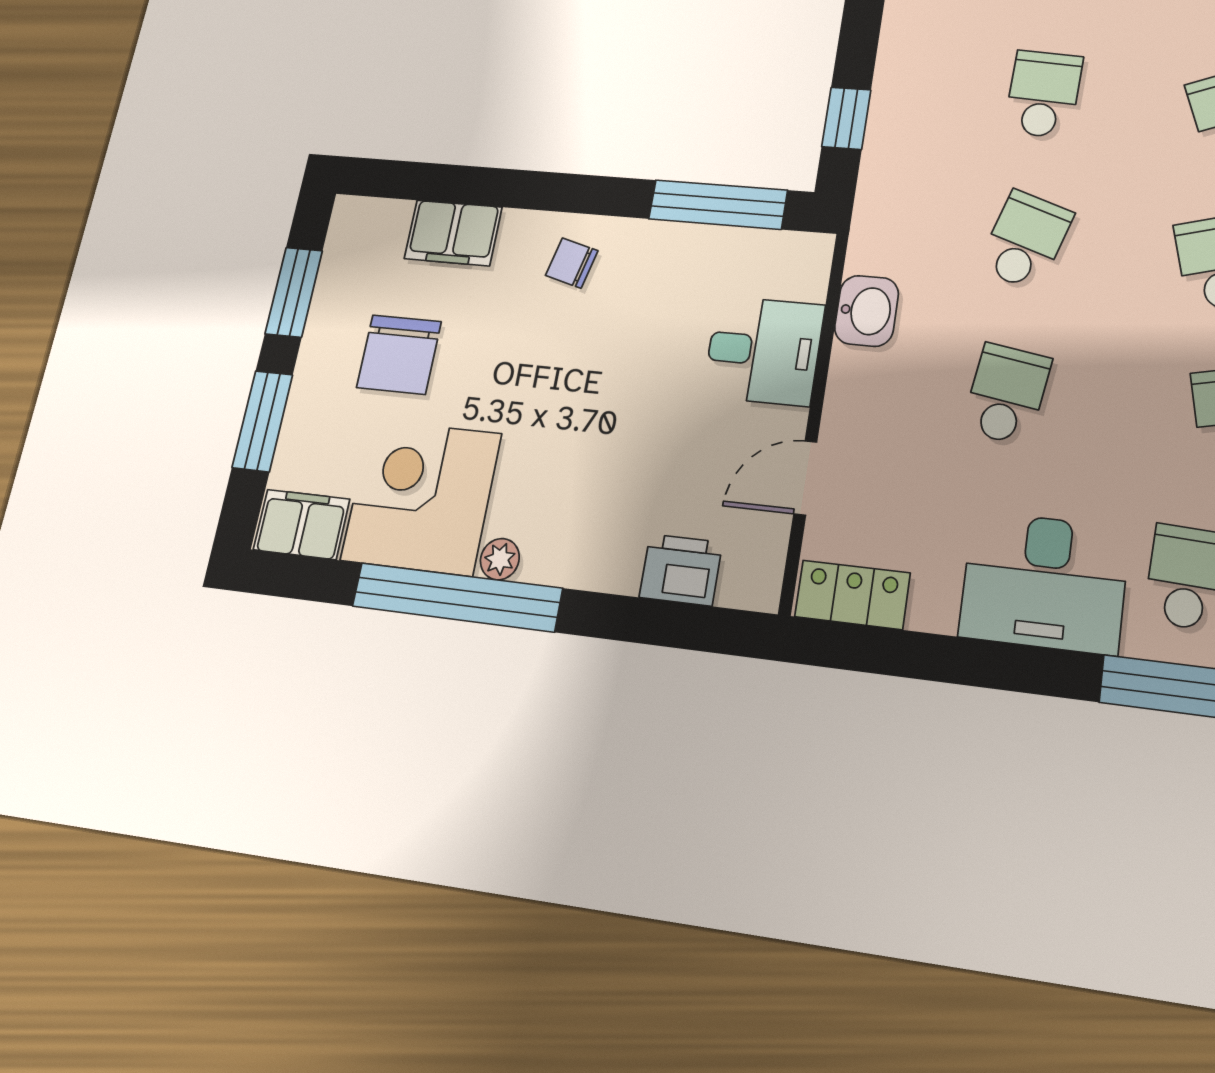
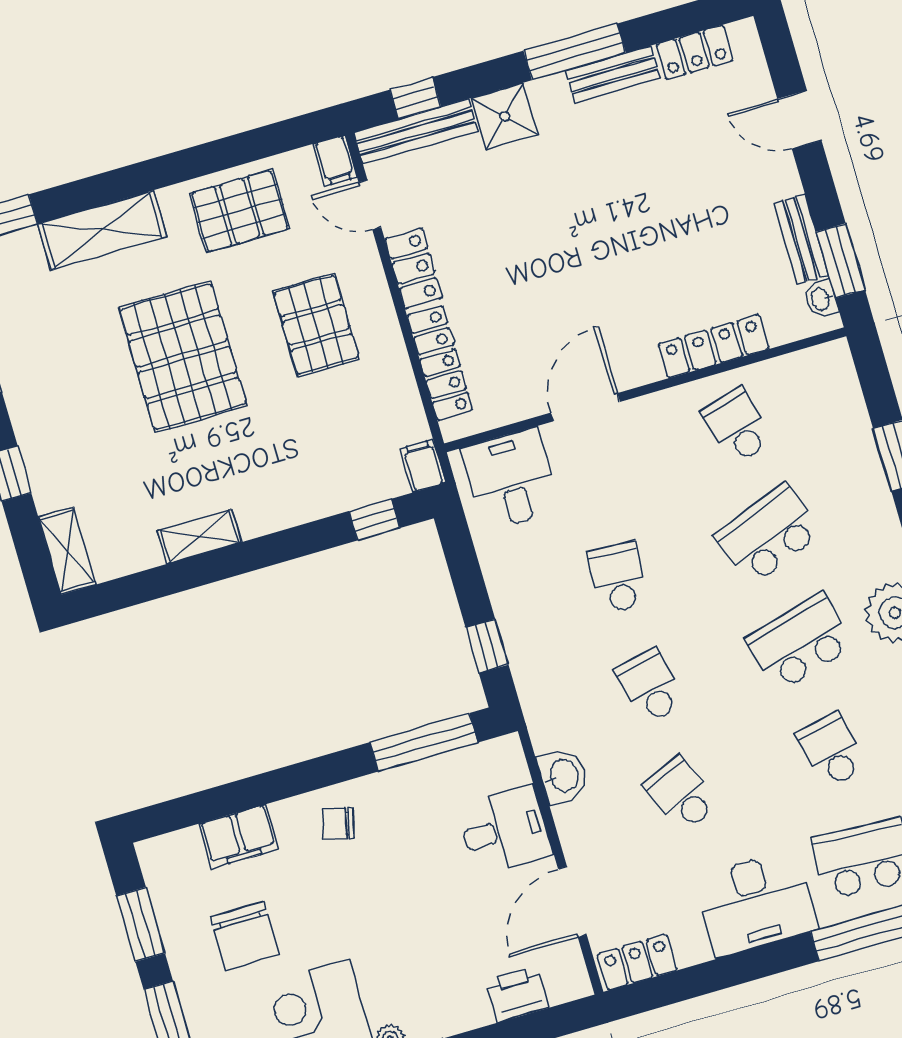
school desk: (1025, 240) -> (650, 686), turned -30
school desk: (1007, 394) -> (681, 794), turned -33
door: (805, 478) -> (572, 902), width x1.38

